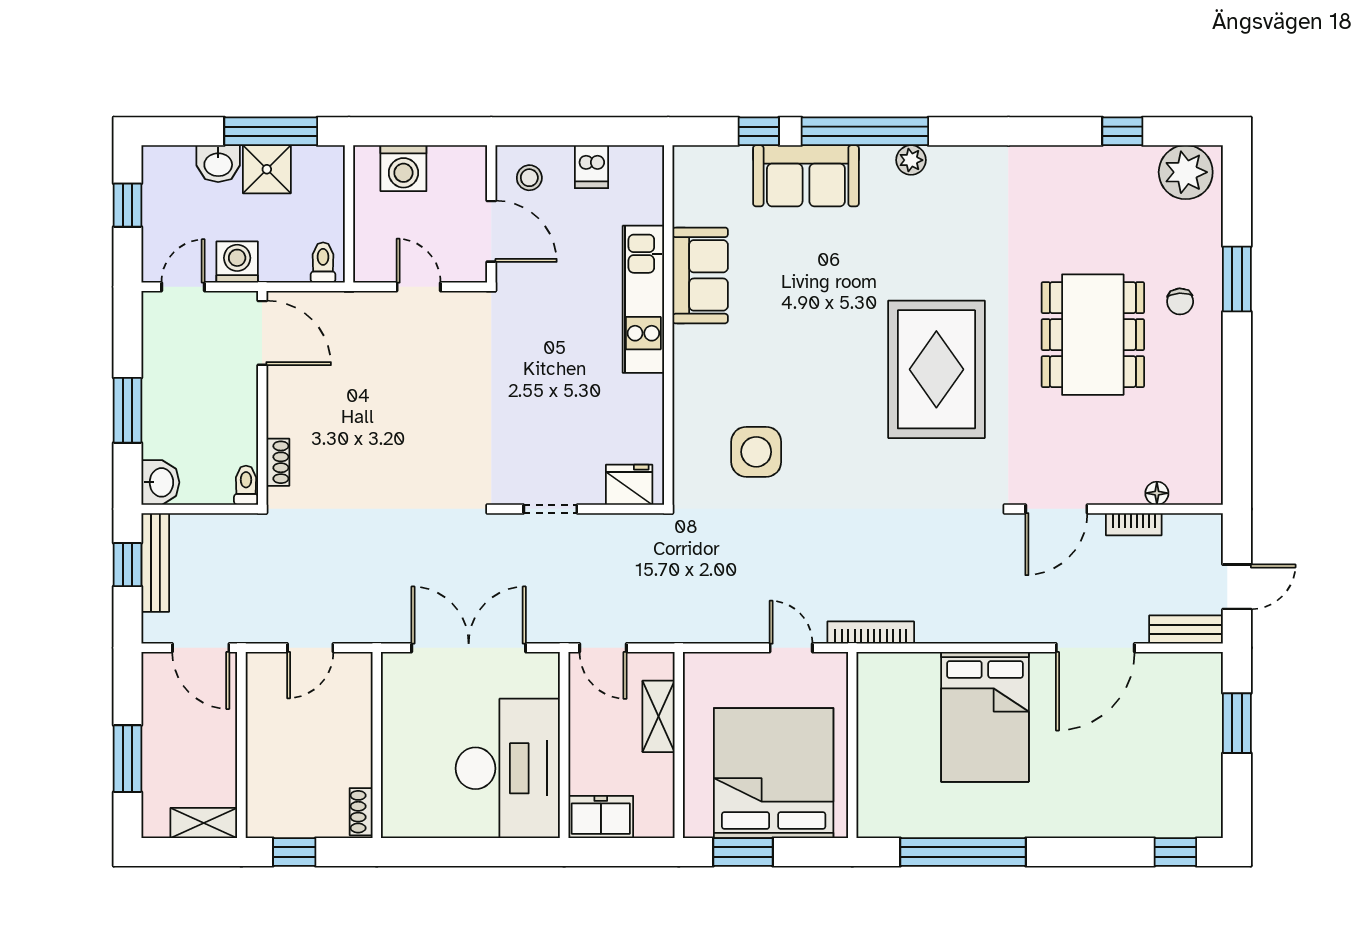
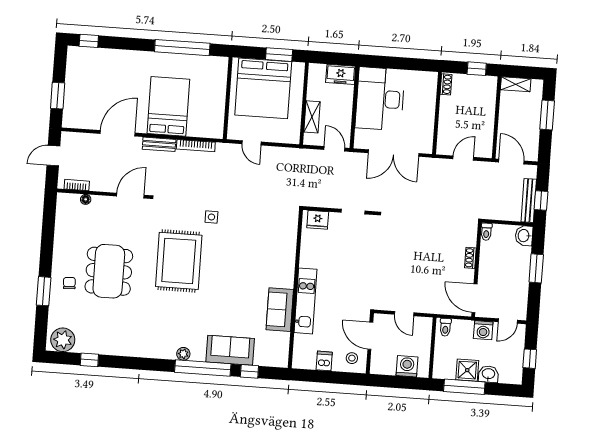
side table: (756, 452) -> (211, 217), moved, width x0.54, depth x0.54
shoe rack: (278, 462) -> (470, 258), moved
bookcase: (1134, 524) -> (77, 185), moved
bench: (1186, 630) -> (159, 144), moved
bookcase: (871, 633) -> (196, 146), moved

